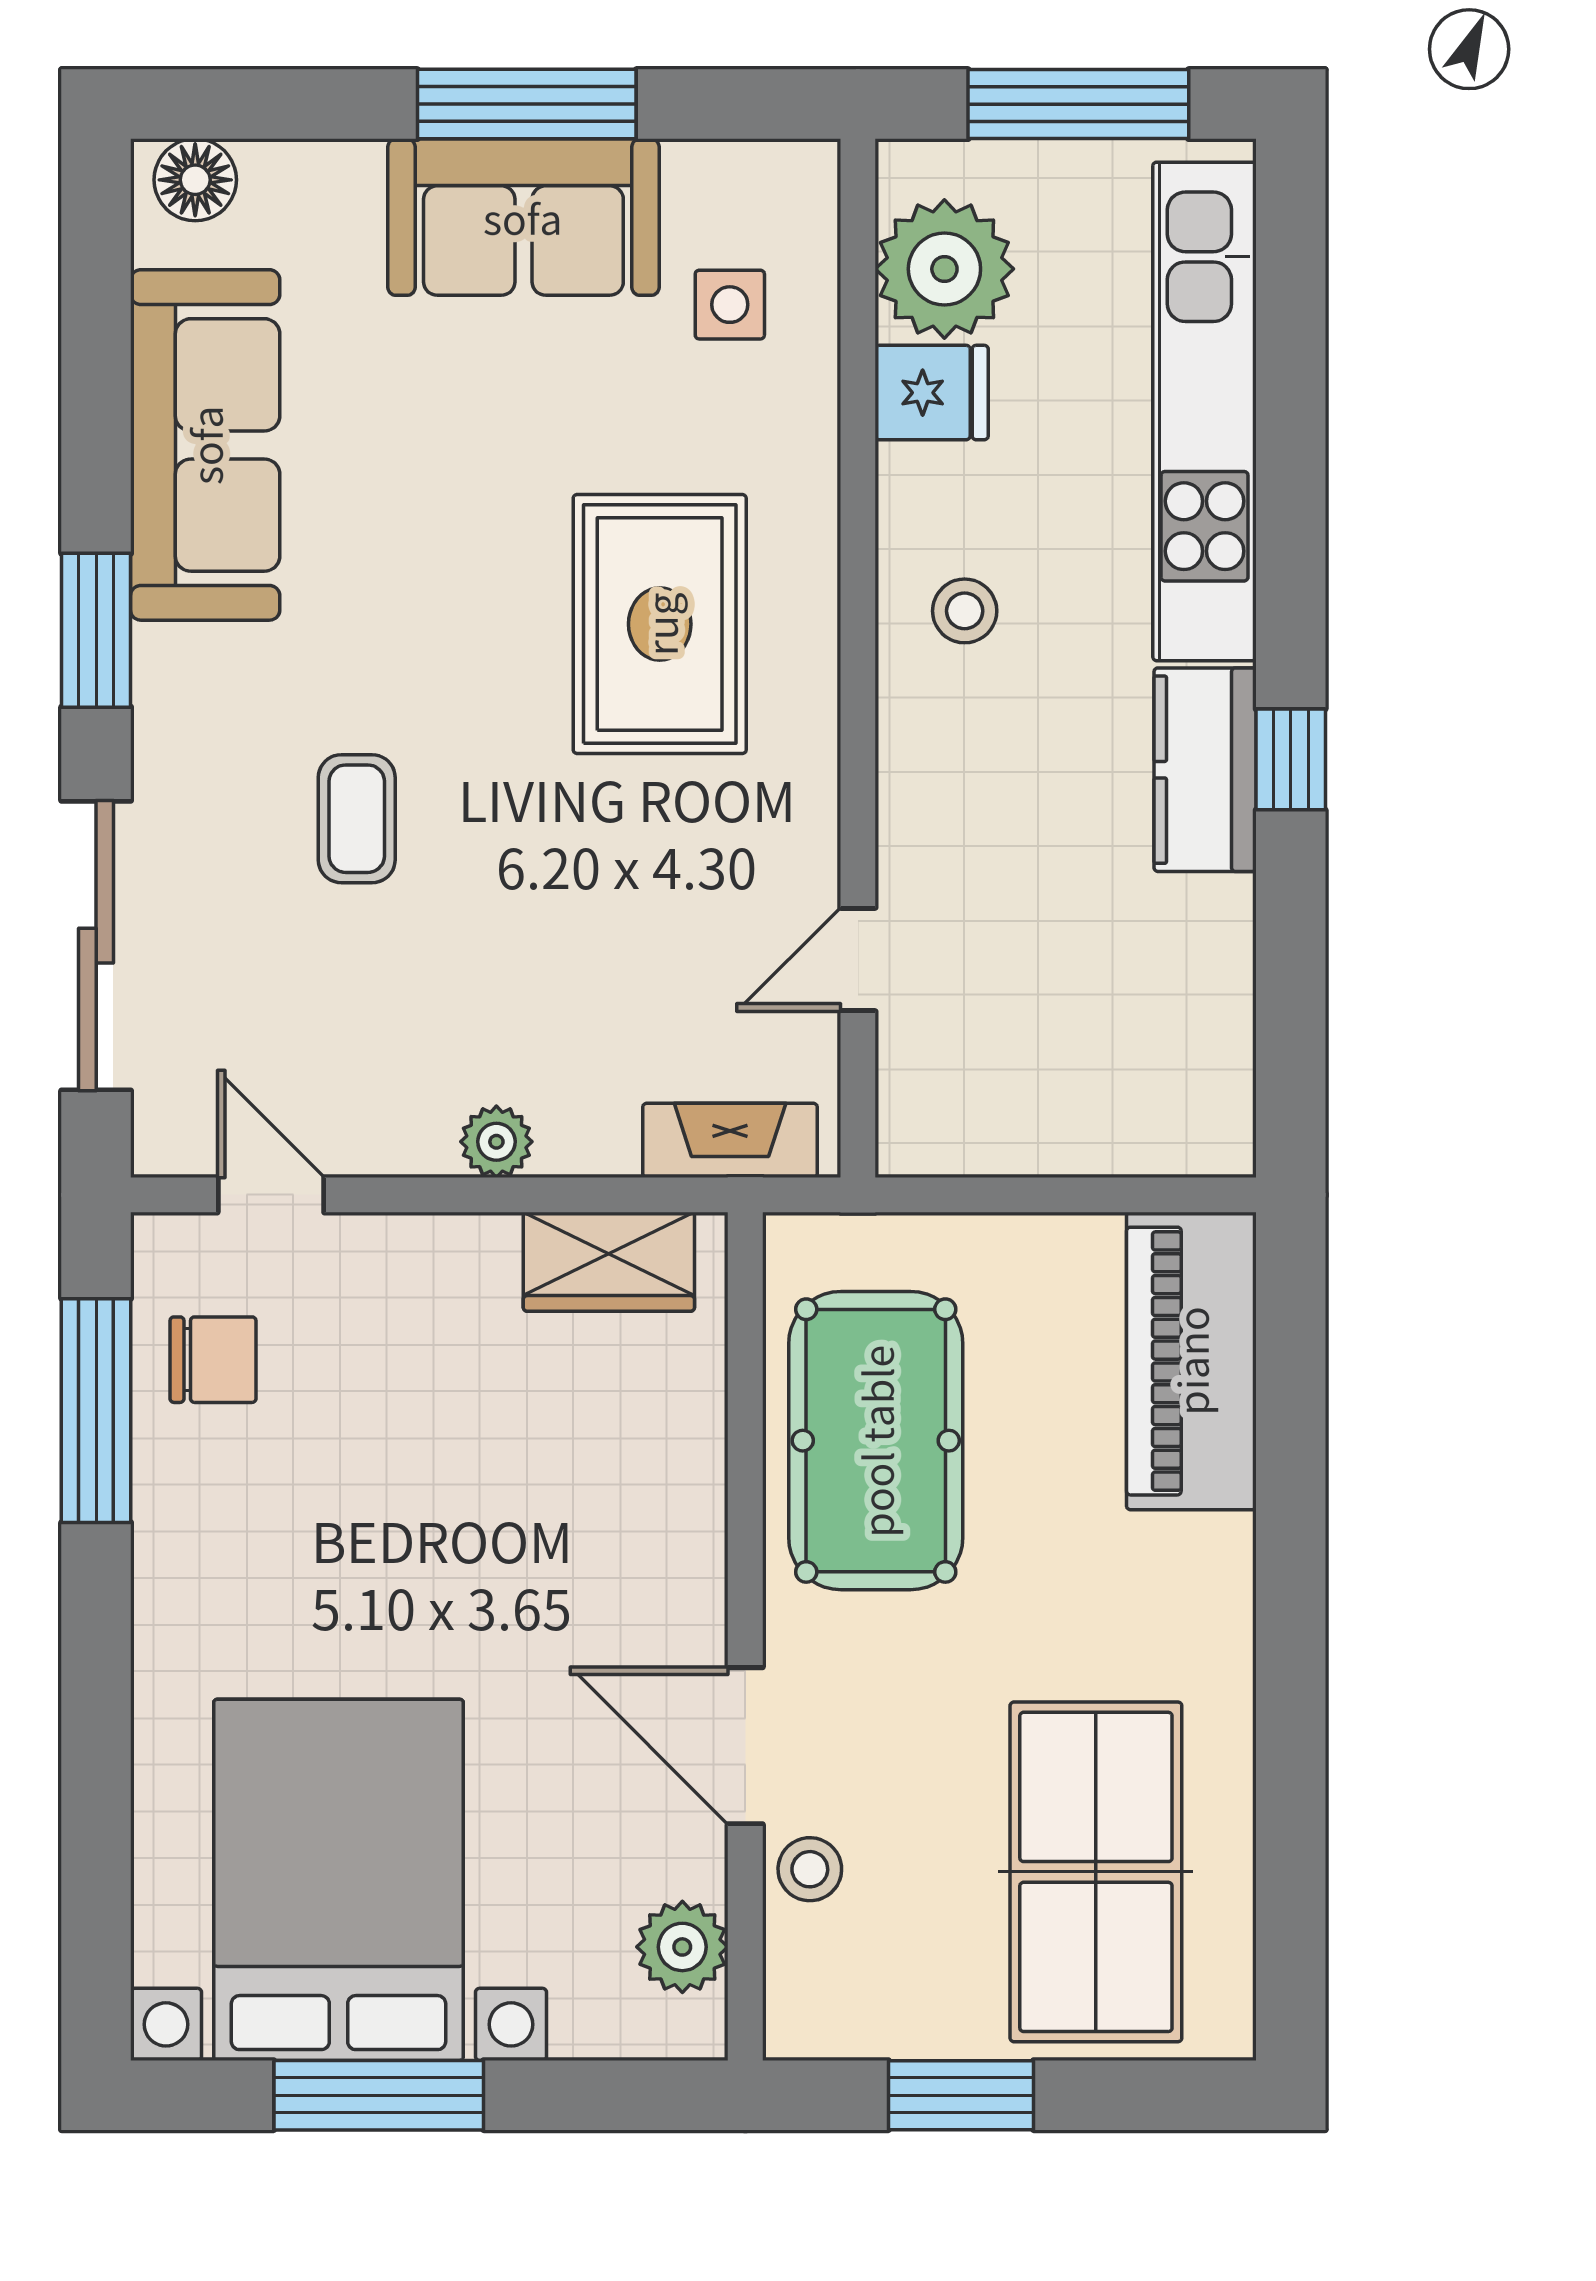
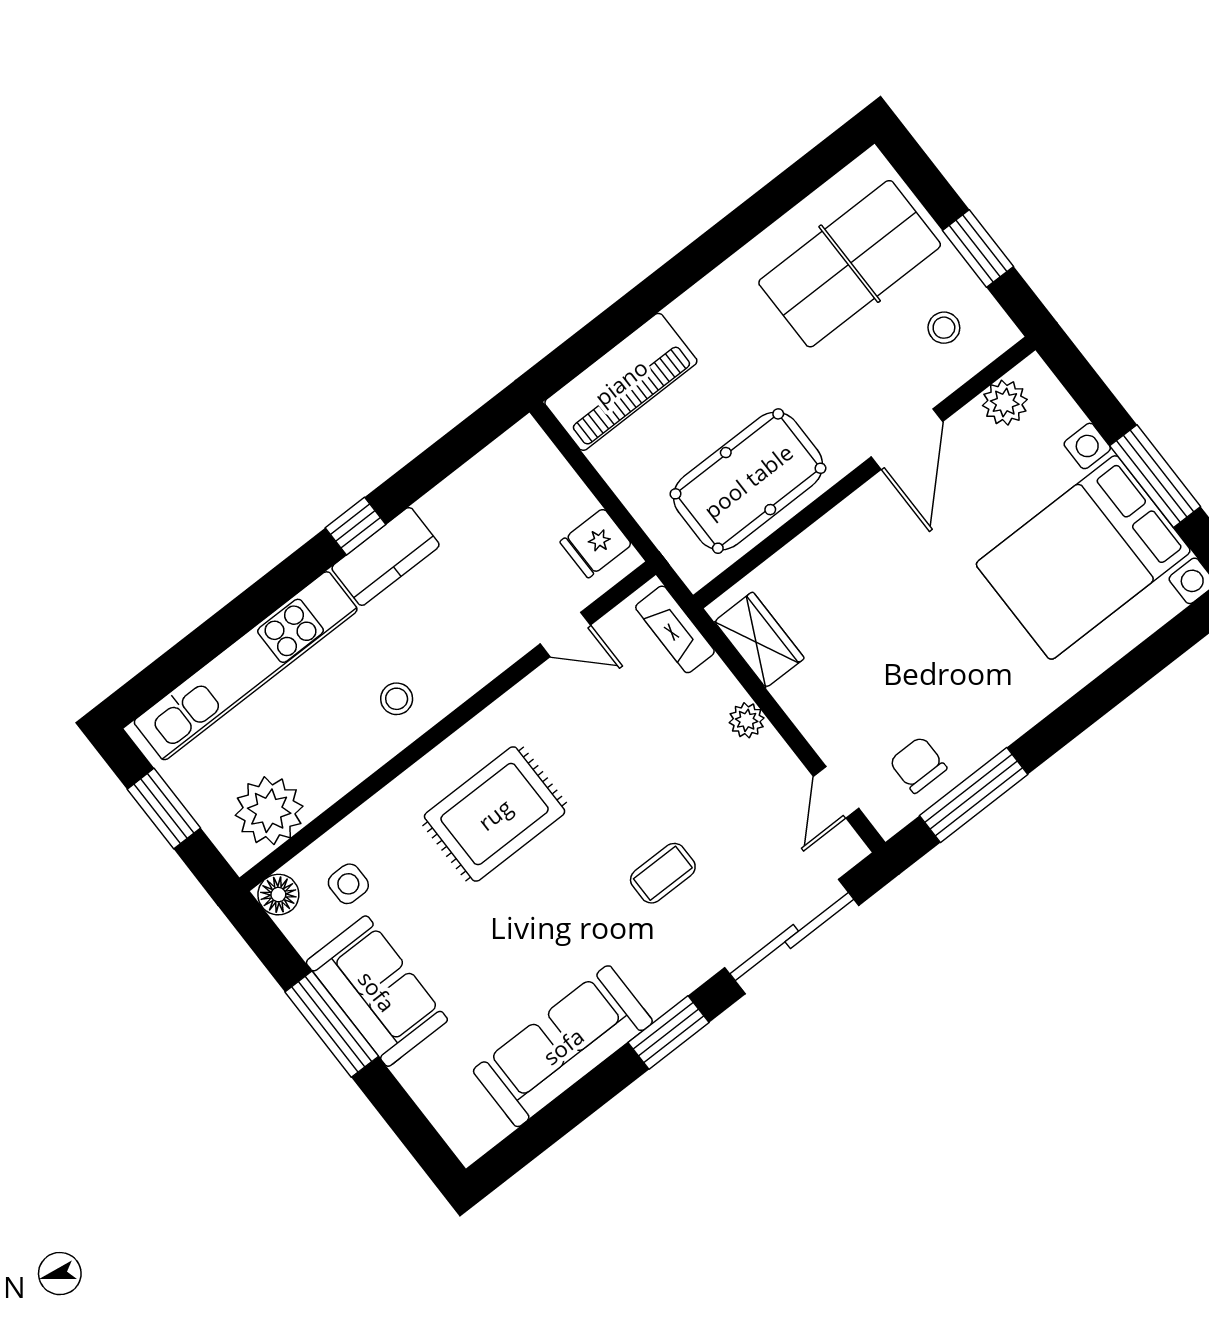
window: (1078, 104) -> (164, 809), width x0.69
floor lamp: (195, 180) -> (278, 895), moved
fridge: (932, 393) -> (596, 543), moved, turned -90
stool: (810, 1869) -> (944, 328), moved

